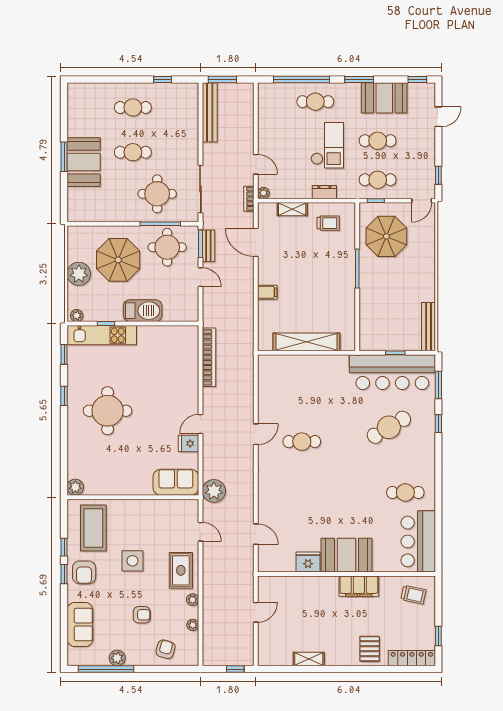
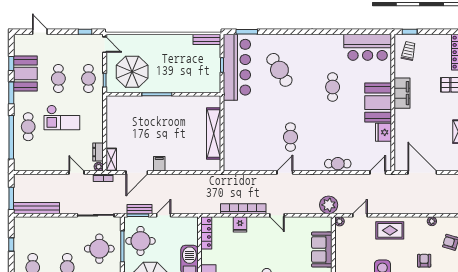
window: (417, 80) -> (11, 64), moved
checkout: (327, 145) -> (62, 117), turned 180
door: (256, 164) -> (77, 173), hinge flipped
dresser: (324, 192) -> (98, 152), moved
shelving: (292, 209) -> (111, 160), moved
trolley: (328, 223) -> (122, 117), removed
filing cabinet: (267, 292) -> (159, 164), moved
bench: (429, 327) -> (207, 39), width x0.73
locker: (178, 332) -> (206, 233), added
bookcase: (209, 357) -> (243, 209), moved
window: (438, 424) -> (277, 32), removed
door: (256, 434) -> (285, 173), hinge flipped
fridge: (189, 443) -> (240, 224), moved
sofa: (176, 482) -> (322, 250), moved
cafe table: (405, 493) -> (333, 87), moved
cafe table: (267, 503) -> (338, 164), added
door: (256, 534) -> (378, 173), moved
plant: (193, 600) -> (340, 221), moved
door: (256, 612) -> (422, 173), width x1.88
window: (438, 636) -> (410, 32), moved

